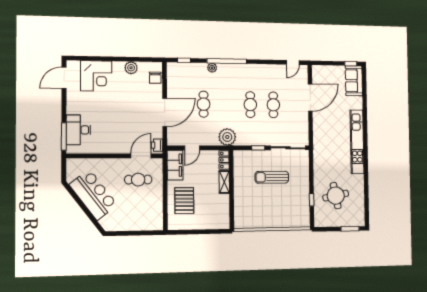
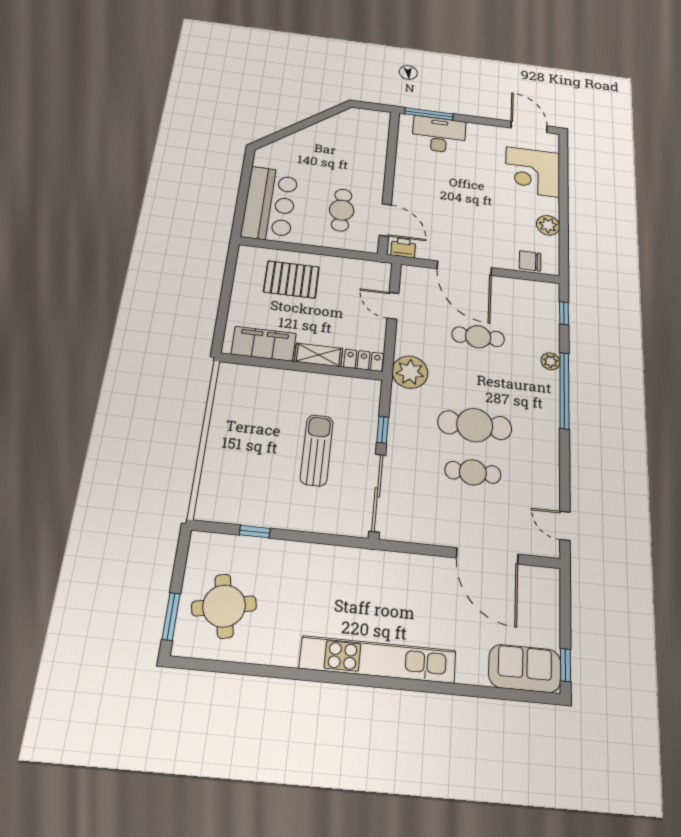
cafe table: (250, 105) -> (475, 425), width x1.37, depth x1.35
filing cabinet: (175, 165) -> (264, 344), moved, turned 180
bar counter: (93, 195) -> (270, 204), moved, turned -53
round table: (336, 196) -> (224, 606), moved

